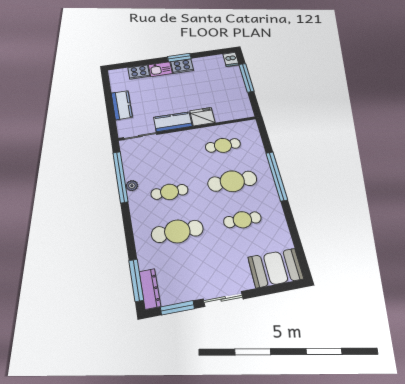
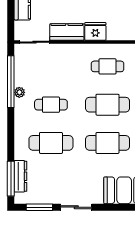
cafe table: (242, 220) -> (108, 143), width x1.37, depth x1.35
dresser: (150, 289) -> (20, 176), moved

